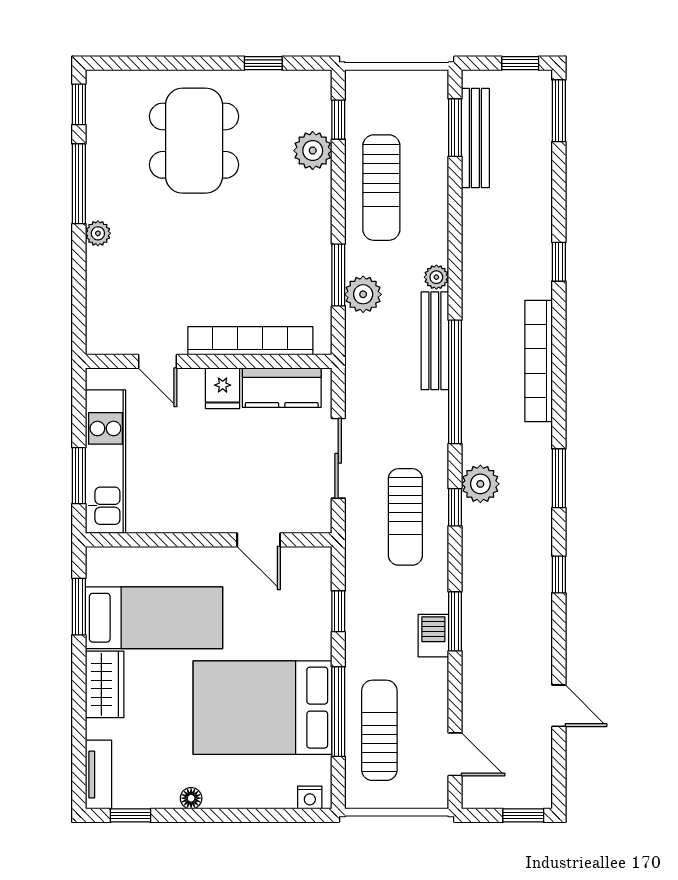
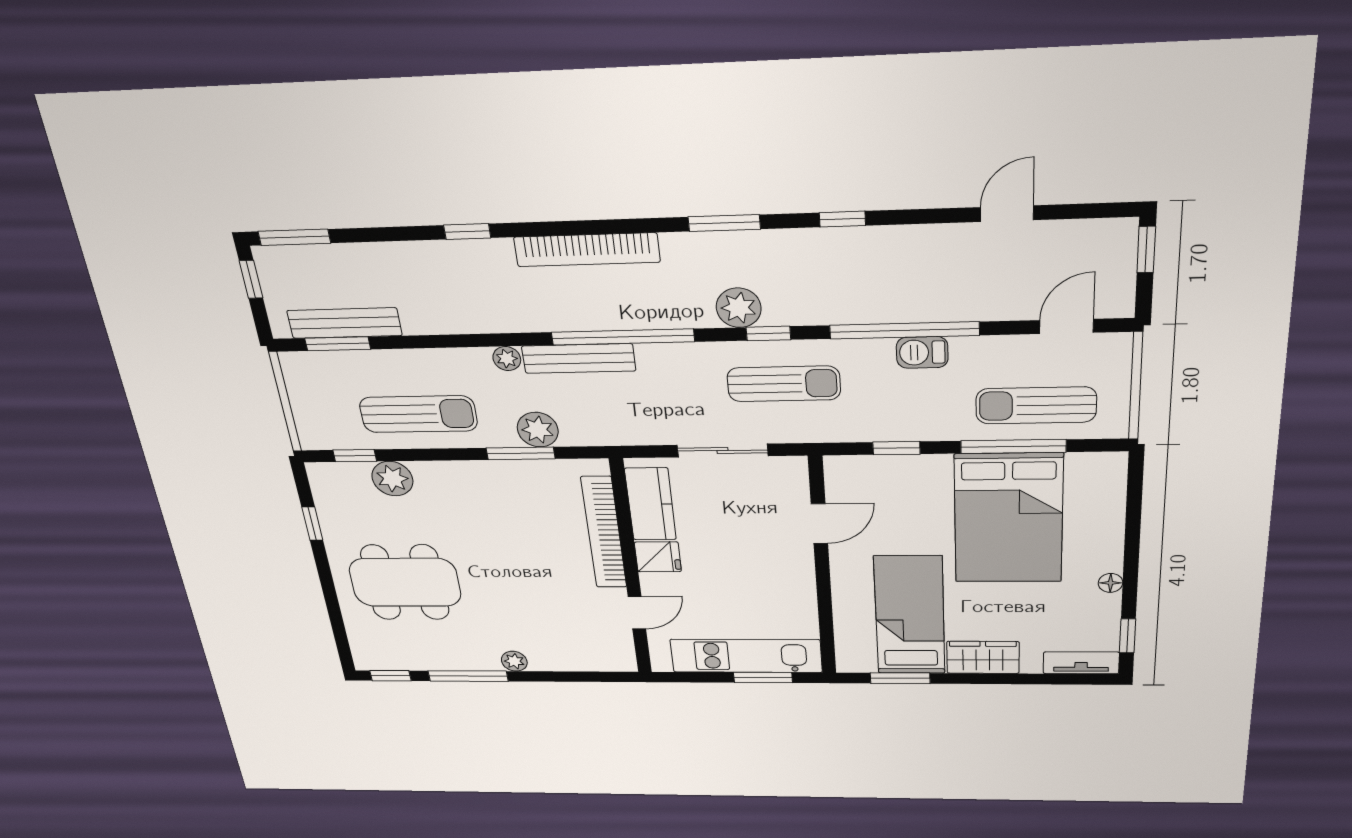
window: (455, 621) -> (904, 330), width x2.11
nightstand: (310, 797) -> (1114, 473), removed

